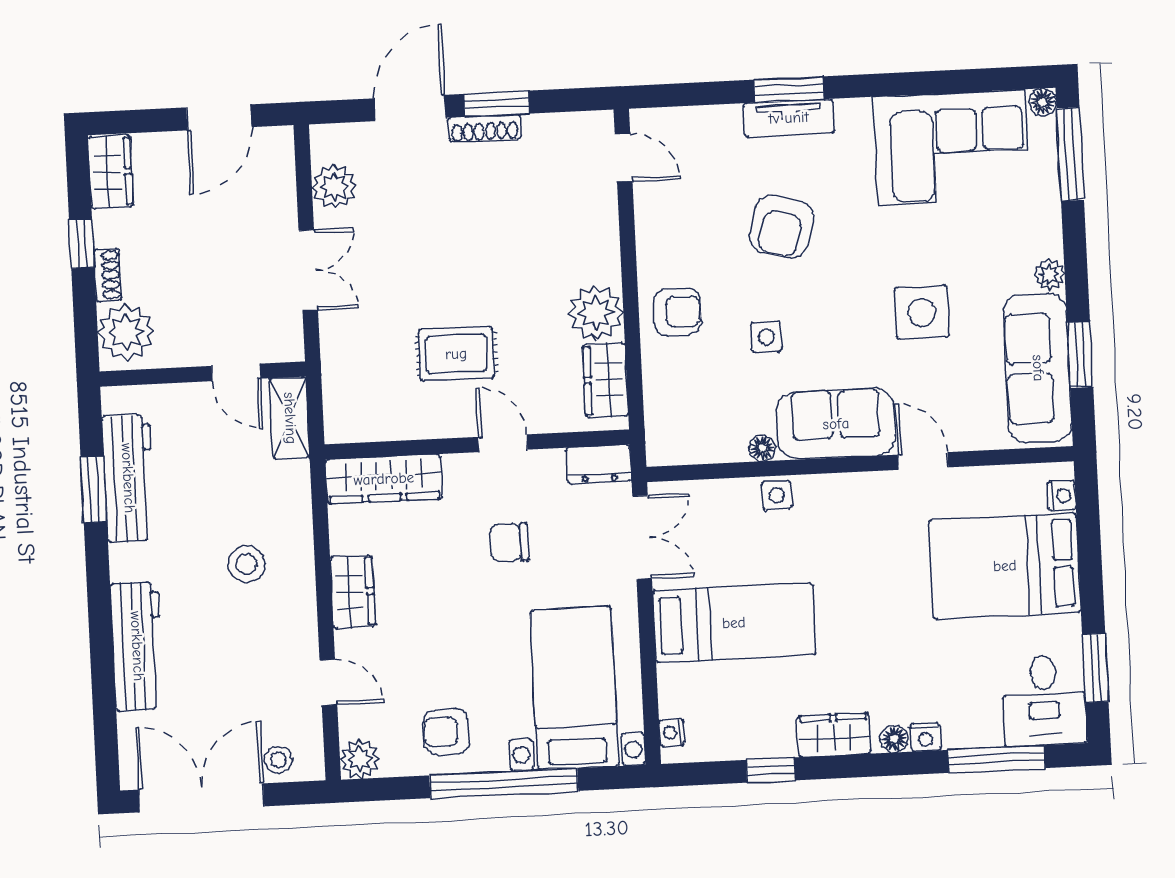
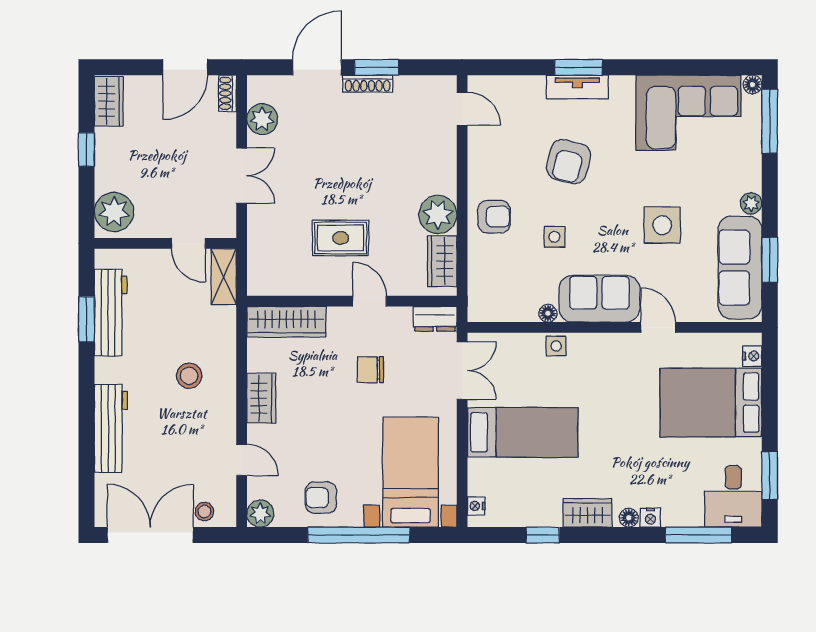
shoe rack: (108, 275) -> (227, 93), moved, turned 180

